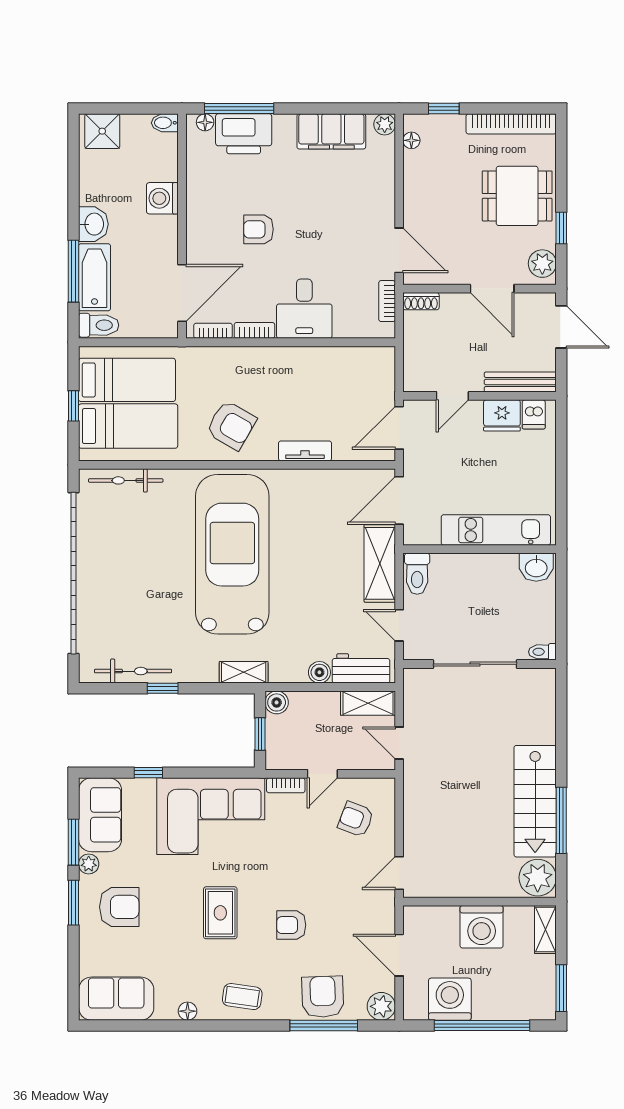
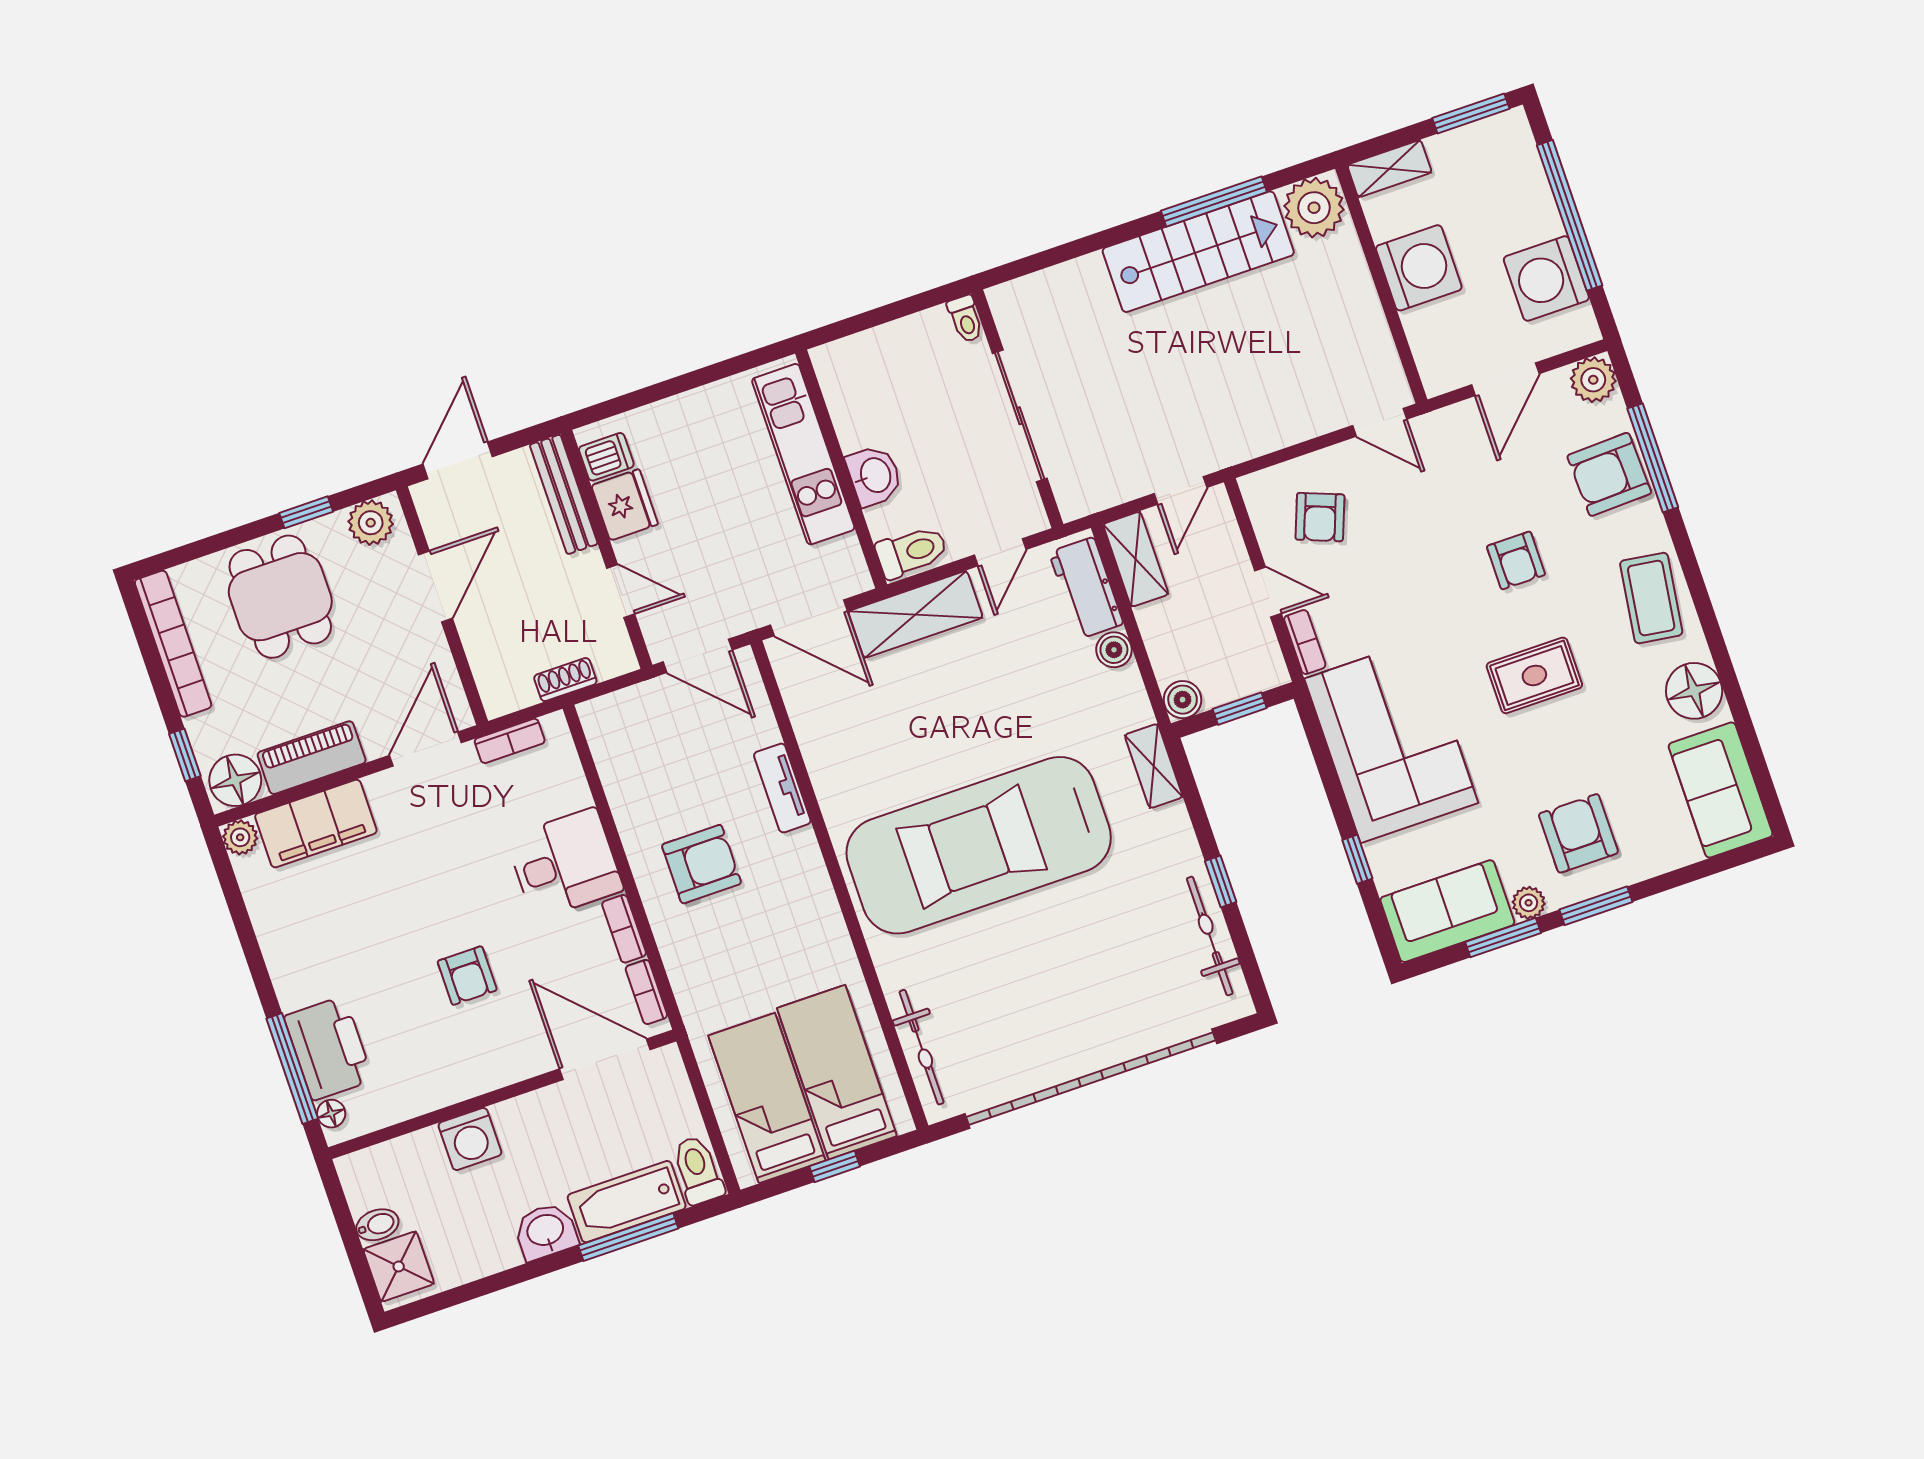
bidet: (165, 123) -> (377, 1225), moved, turned -90
filing cabinet: (331, 131) -> (316, 824), moved, turned 90
floor lamp: (411, 140) -> (235, 780), width x1.89, depth x1.89
piano: (417, 182) -> (312, 758), added
shoe rack: (421, 301) -> (565, 680), moved, turned -90
armchair: (231, 425) -> (701, 864), moved, turned 60
washbasin: (536, 567) -> (874, 476), moved
coffee table: (242, 997) -> (1651, 598), width x1.36, depth x1.30
floor lamp: (188, 1011) -> (1694, 691), width x1.89, depth x1.89

